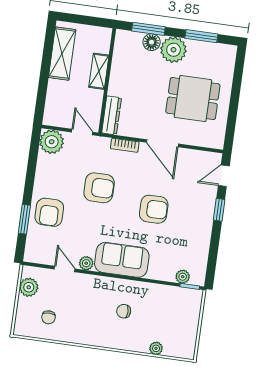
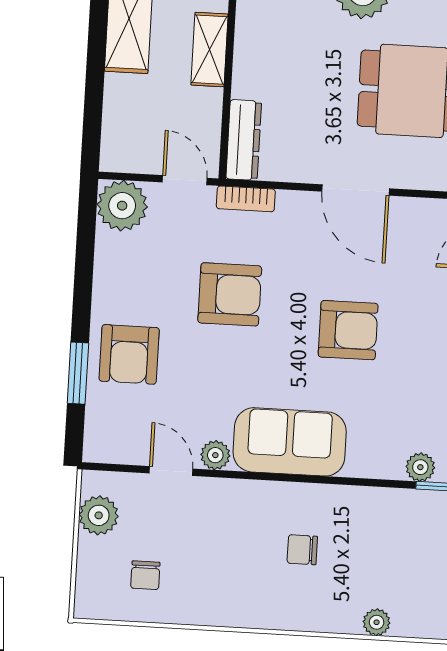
bookcase: (125, 145) -> (246, 199), moved

